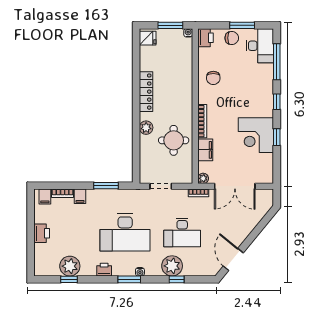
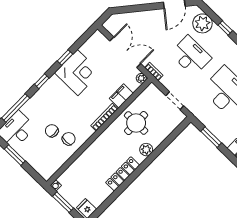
printer: (206, 38) -> (47, 171), removed
chair: (232, 38) -> (52, 131), moved
plant: (172, 266) -> (202, 23), moved

